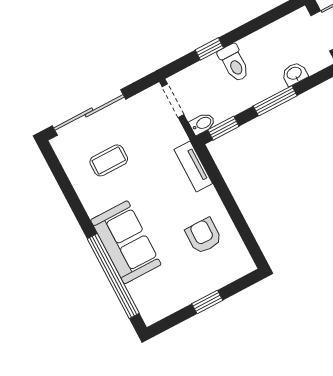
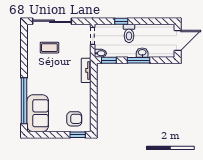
washbasin: (294, 74) -> (142, 53), moved
armchair: (204, 236) -> (74, 119), moved, turned 90
sofa: (126, 242) -> (38, 113), moved
window: (207, 302) -> (78, 135), moved

